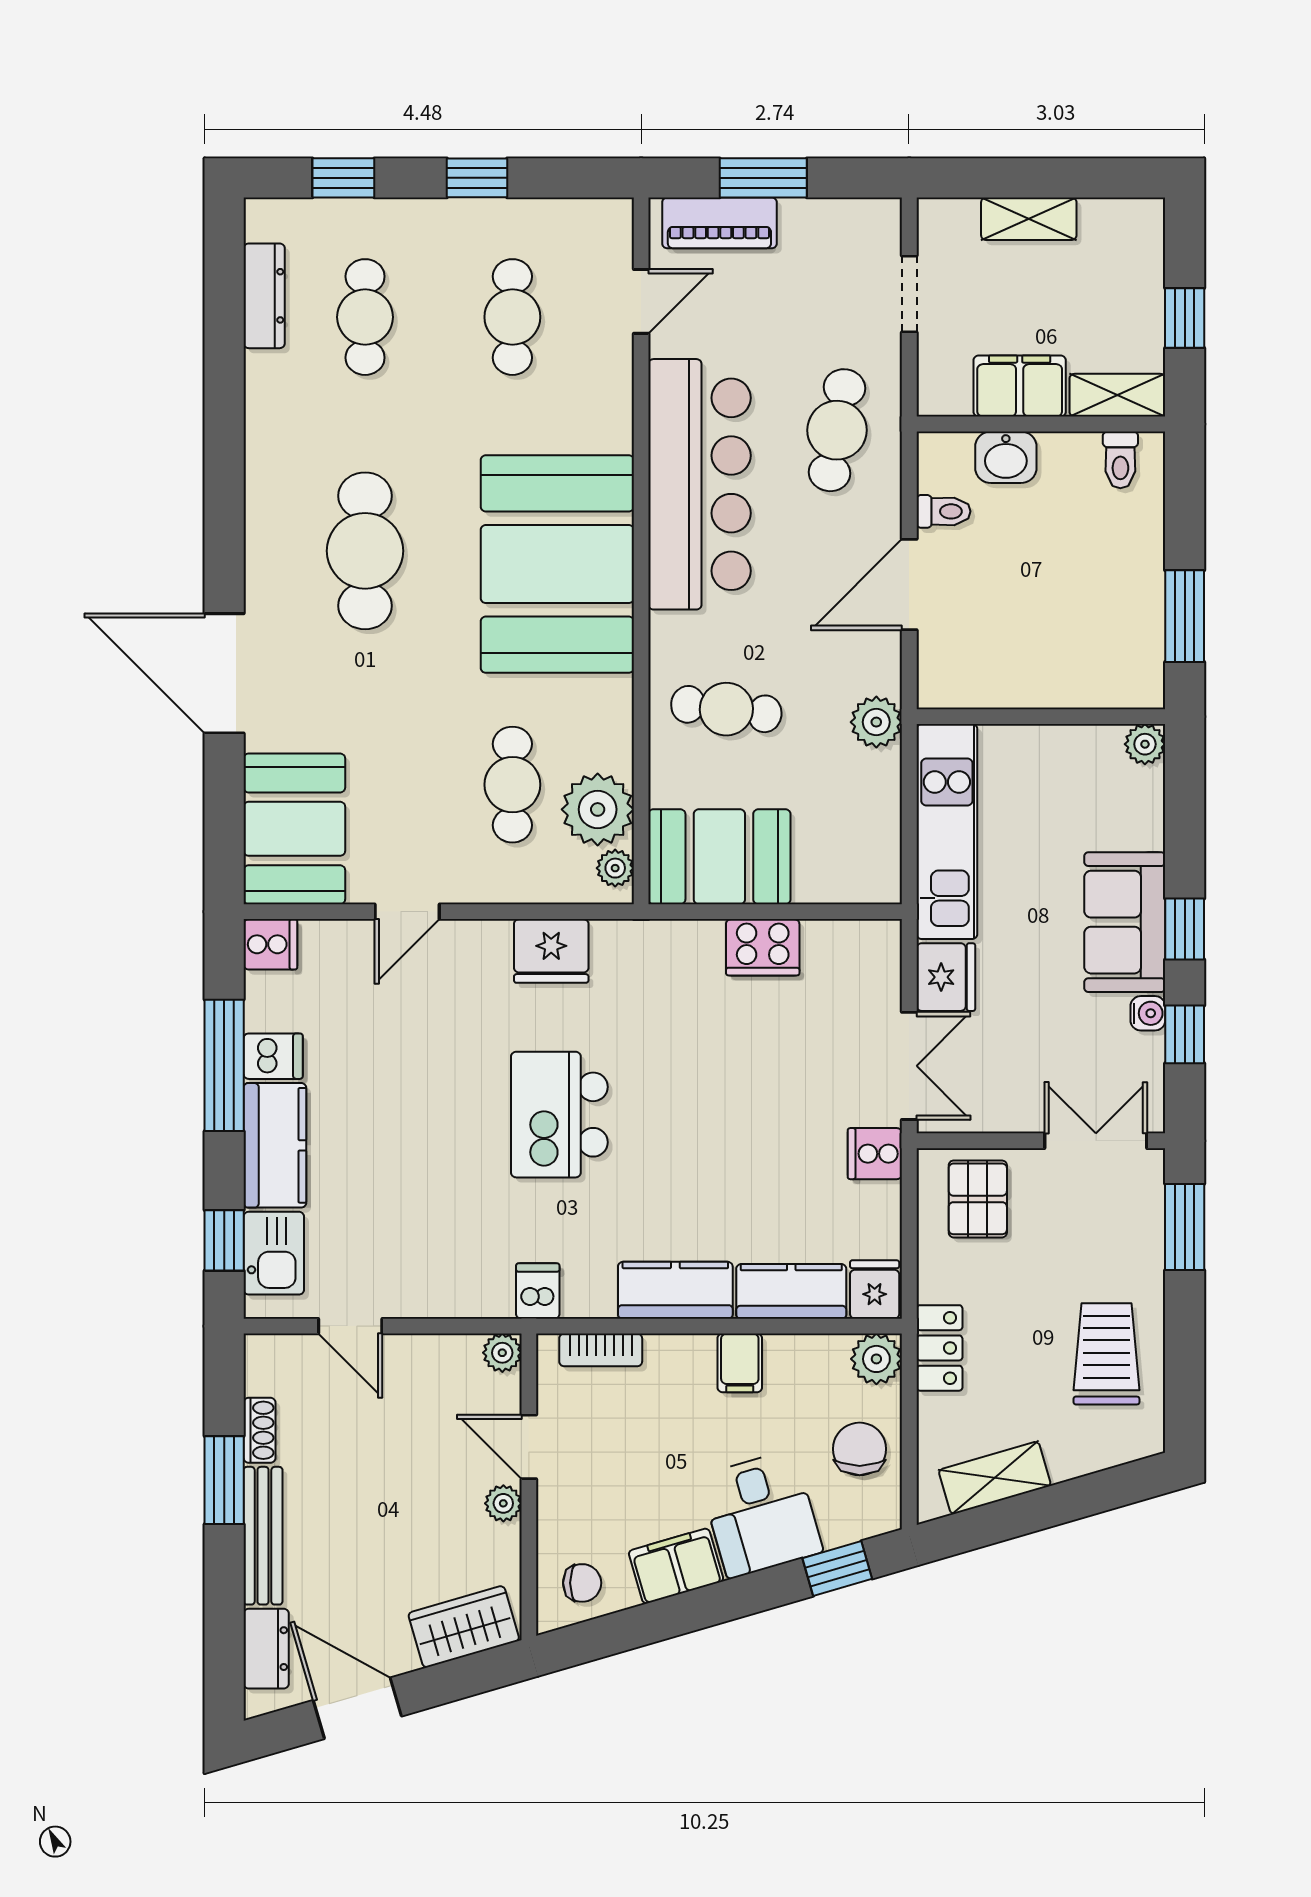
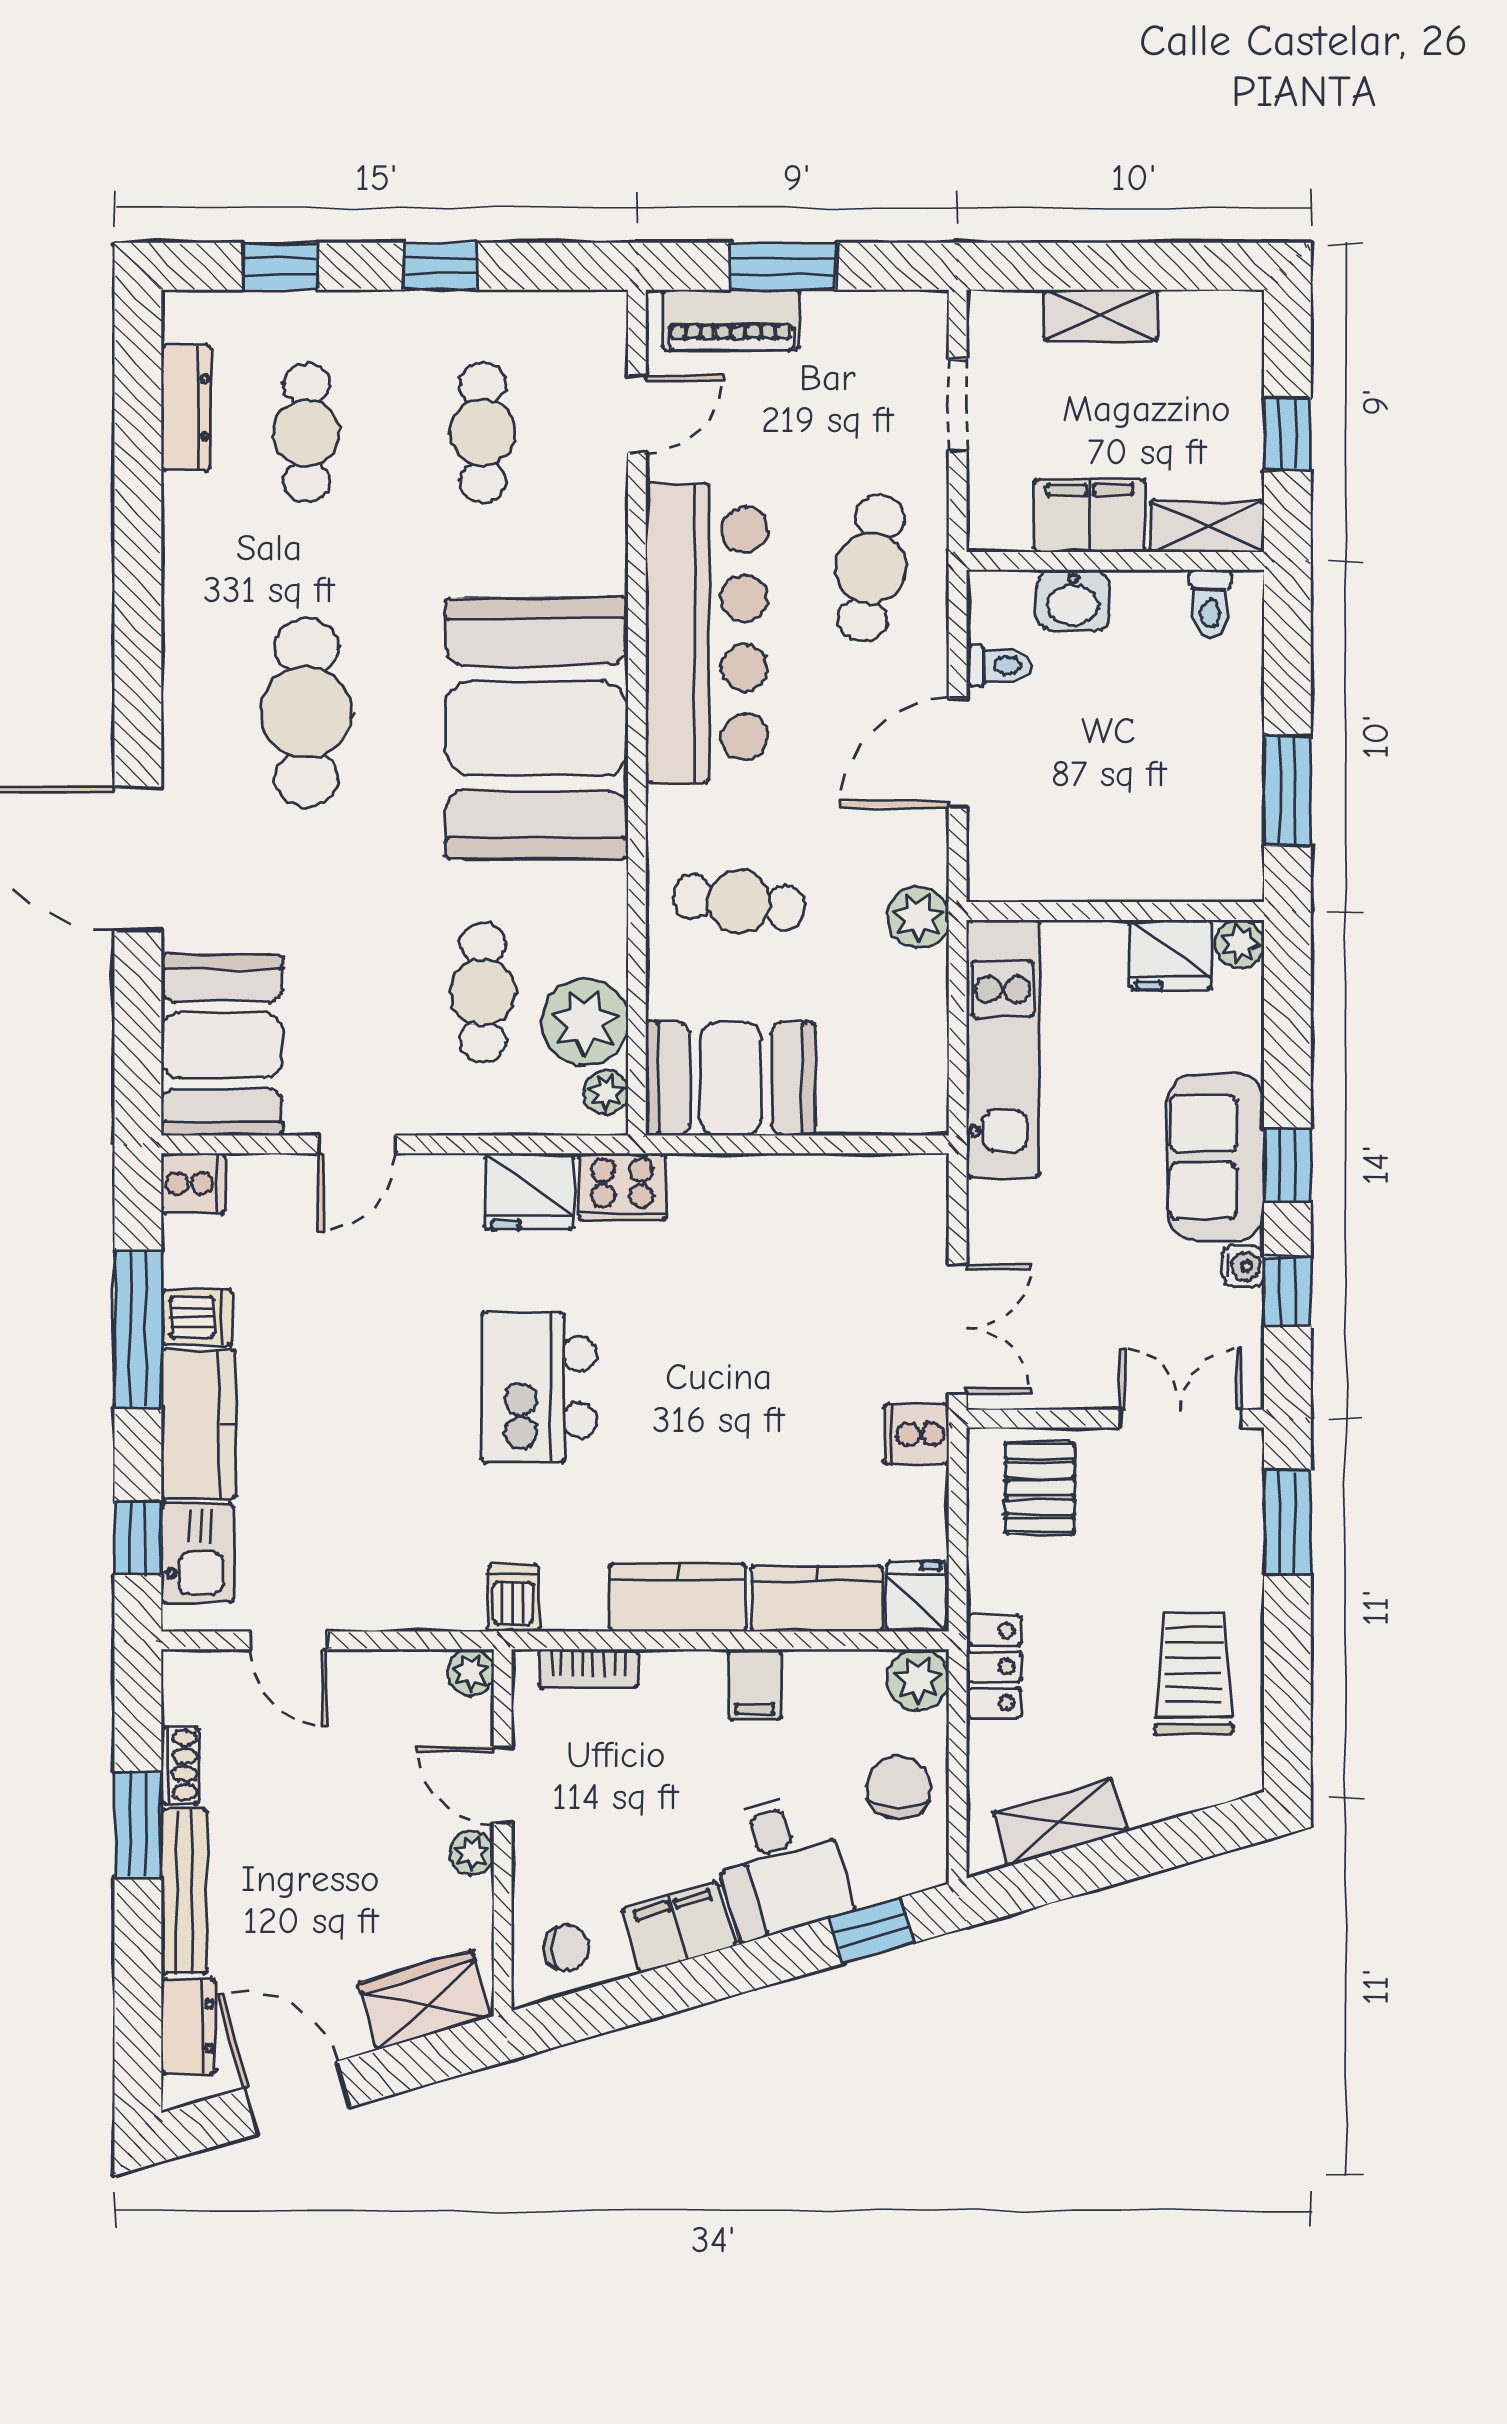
cooker: (763, 947) -> (622, 1187), moved
fridge: (946, 977) -> (1170, 955), moved, turned 90

